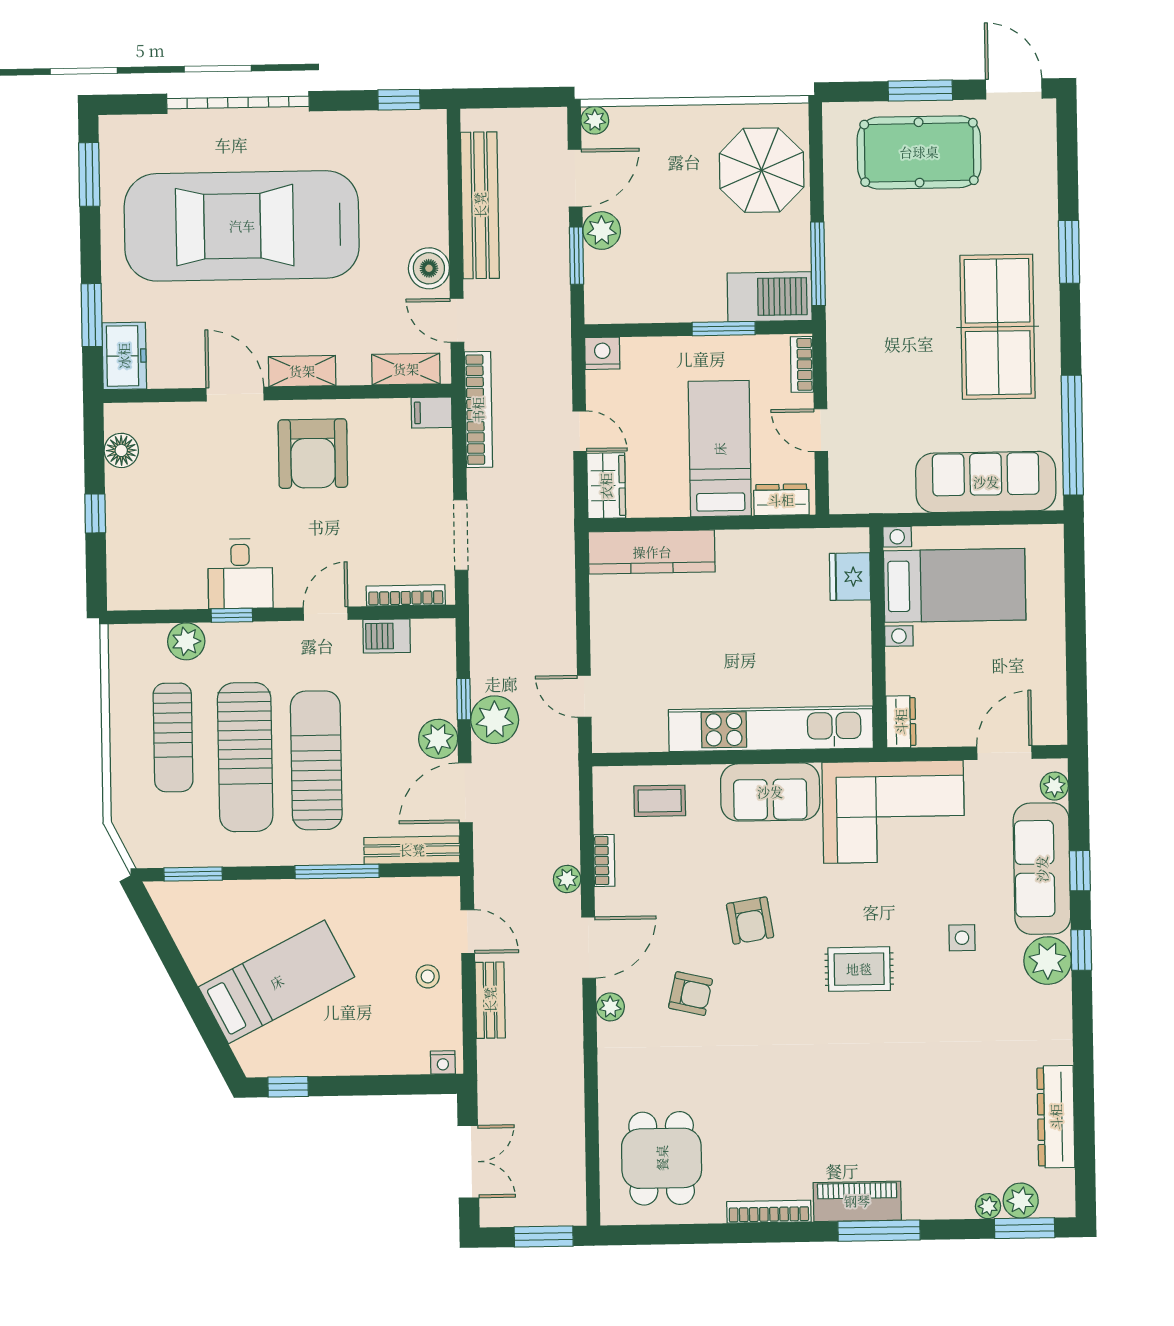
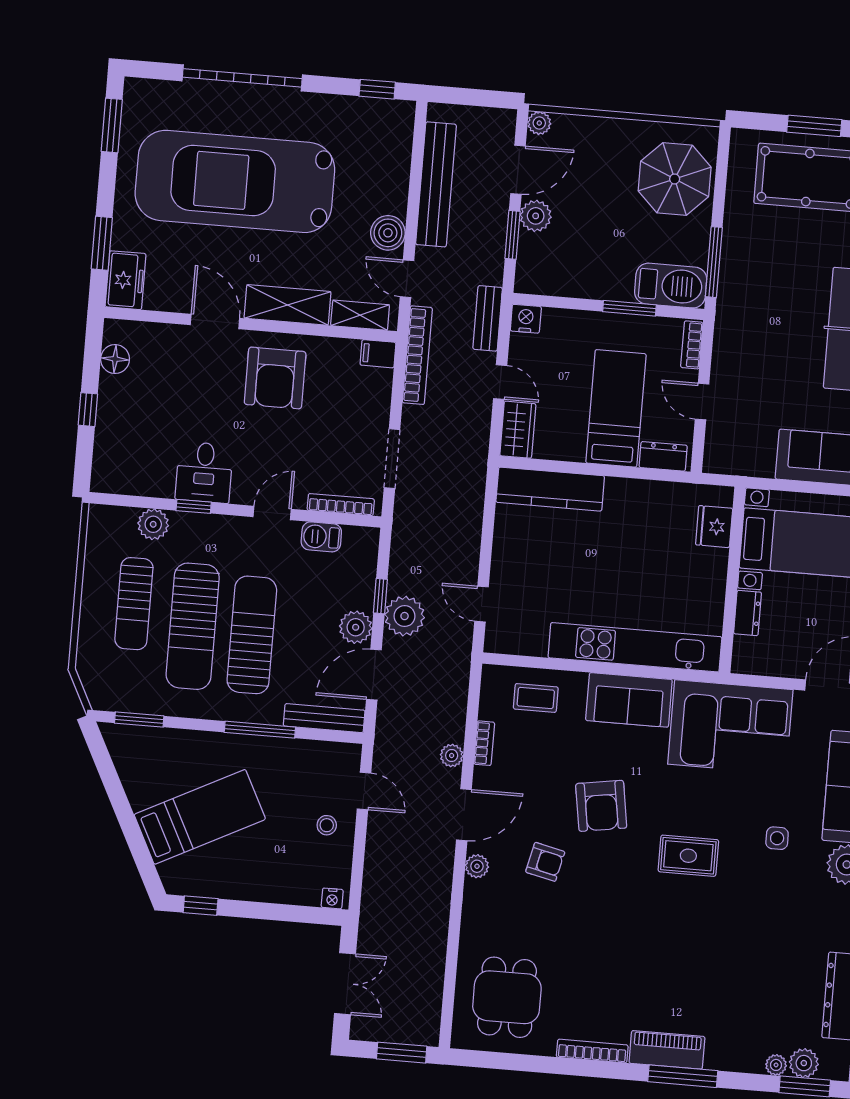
shelving: (302, 371) -> (288, 305), width x1.50, depth x1.33
dresser: (901, 722) -> (748, 613), moved
armchair: (750, 921) -> (601, 806), width x1.38, depth x1.38
bench: (490, 1000) -> (488, 318), moved

